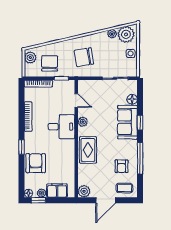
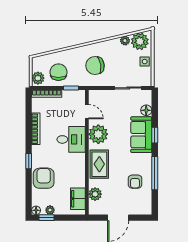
plant: (30, 58) -> (38, 78), moved
plant: (83, 122) -> (98, 134), width x1.87, depth x1.87
coffee table: (124, 188) -> (138, 205), removed
filing cabinet: (57, 191) -> (78, 199), moved, turned -90
plant: (84, 191) -> (95, 194), moved

